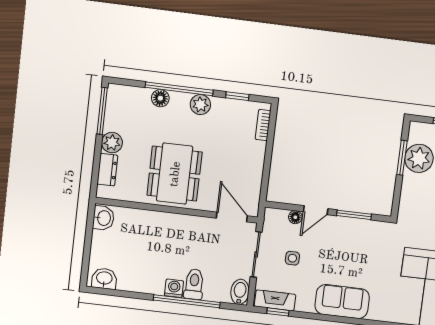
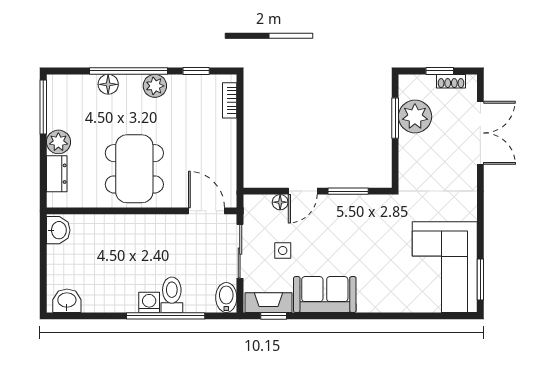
sofa: (342, 302) -> (325, 295), moved

